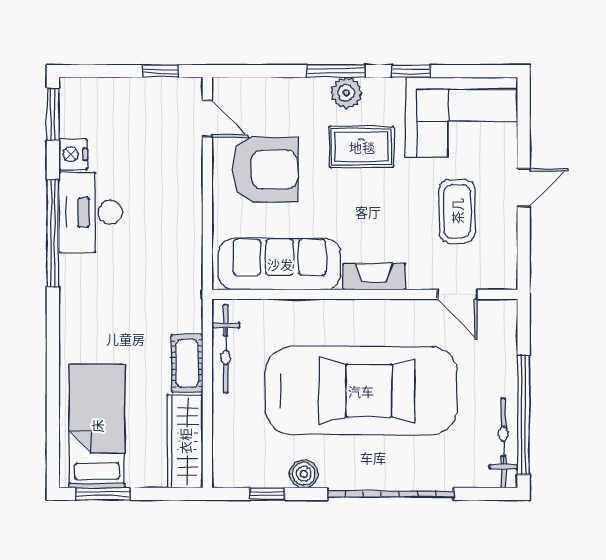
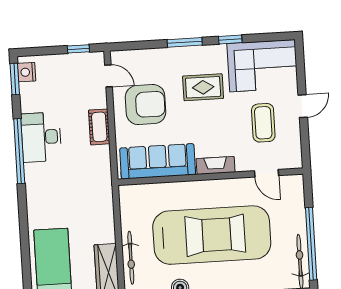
plant: (346, 93) -> (192, 55), removed
nightstand: (73, 154) -> (27, 72), moved
bicycle: (226, 349) -> (131, 258), moved
cot: (187, 363) -> (99, 127), moved

